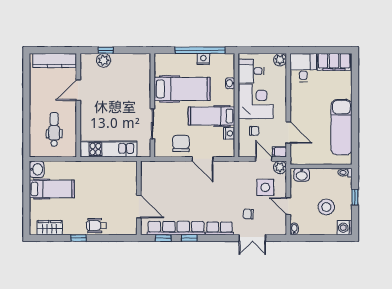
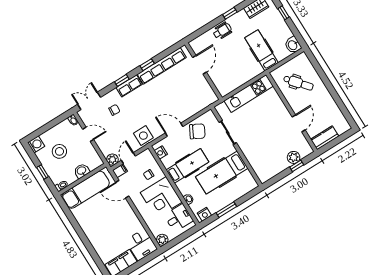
window: (200, 50) -> (226, 210), width x0.47
nightstand: (203, 59) -> (204, 214), moved
kitchen counter: (55, 61) -> (325, 138), width x0.67
exam couch: (342, 127) -> (86, 190), moved, turned 90
dental chair: (54, 129) -> (298, 83), turned -40
nightstand: (229, 133) -> (161, 153), moved
chair: (181, 143) -> (197, 131), turned -62
door: (264, 159) -> (128, 158), swing flipped
washbasin: (302, 175) -> (82, 171), moved
side table: (265, 187) -> (143, 136), moved
hospital bed: (52, 189) -> (261, 50), moved, turned 90
window: (26, 206) -> (283, 13), added
door: (139, 206) -> (199, 65), swing flipped
window: (163, 238) -> (122, 80), moved
double door: (252, 238) -> (89, 101), moved

